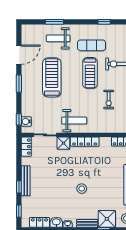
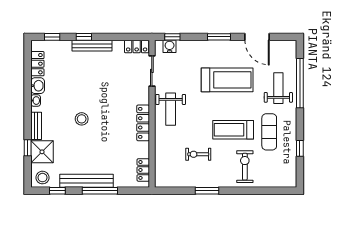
window: (54, 22) -> (300, 83), width x2.11
shower: (63, 143) -> (141, 95), removed

